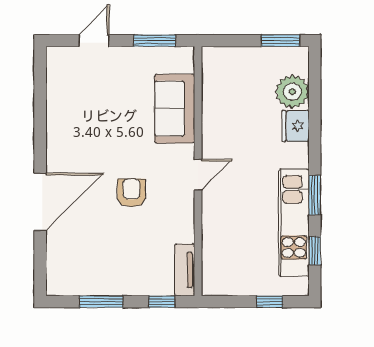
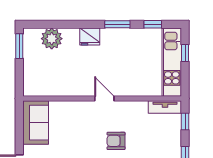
window: (155, 41) -> (19, 126), removed
sofa: (175, 109) -> (36, 123), moved, turned -90
fridge: (296, 126) -> (90, 37), moved
kitchen unit: (294, 223) -> (172, 62), moved, turned 90

